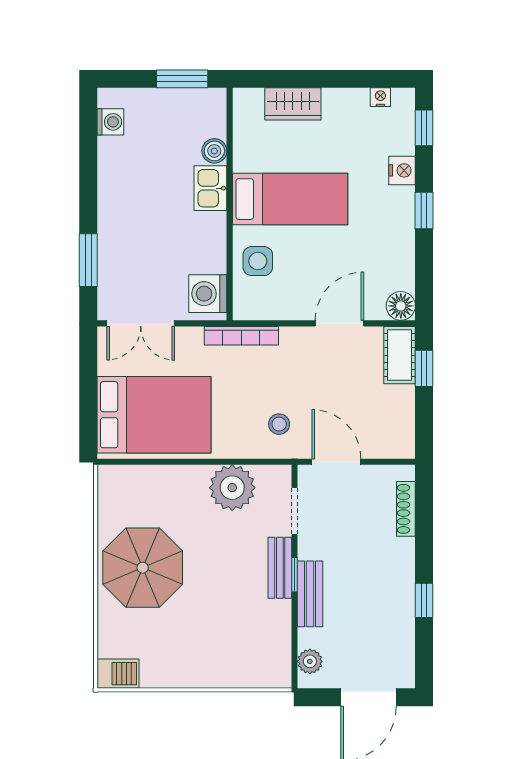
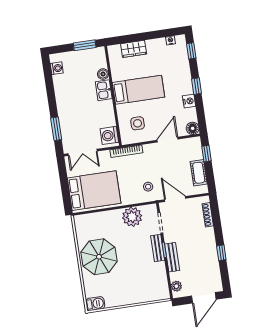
nightstand: (402, 170) -> (189, 101), moved
side table: (258, 261) -> (138, 123), moved
cot: (400, 355) -> (199, 173), moved

